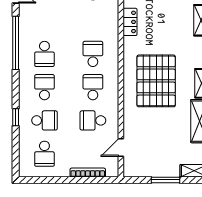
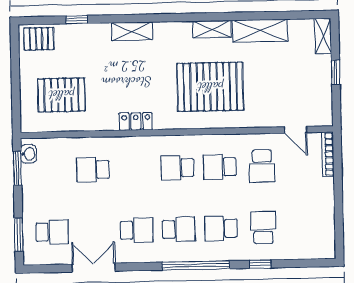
window: (16, 43) -> (196, 265), moved
school desk: (44, 154) -> (137, 230), moved
bookcase: (88, 172) -> (328, 154), moved
window: (166, 180) -> (336, 72), width x0.67

